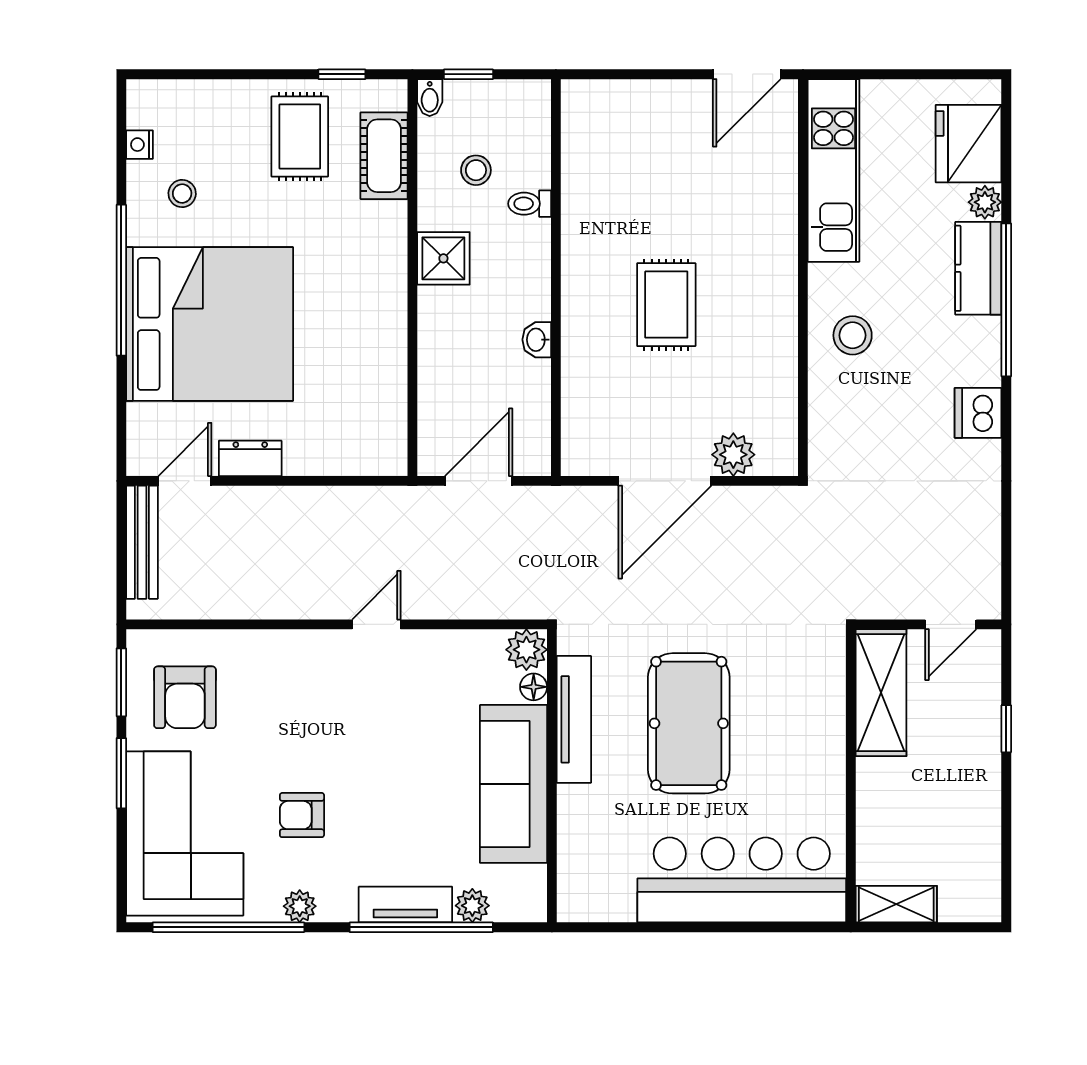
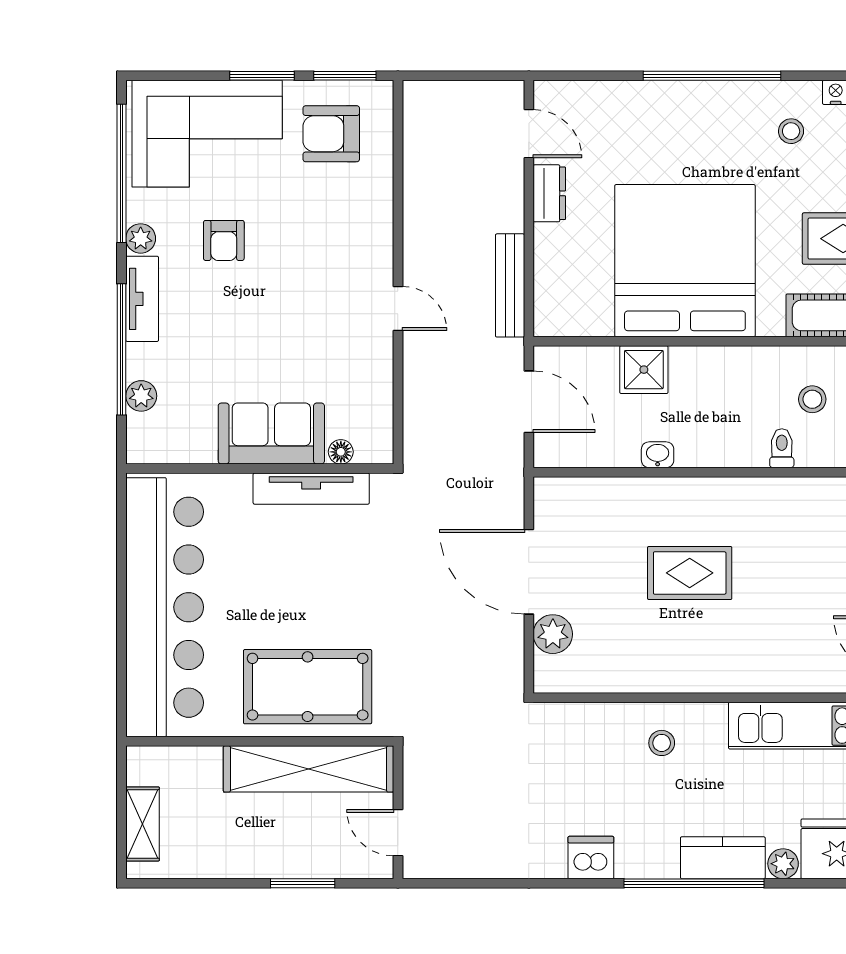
shower: (443, 258) -> (644, 370), moved
bed: (210, 324) -> (685, 261), moved, turned 180
stool: (853, 335) -> (662, 743), width x0.73, depth x0.73
bench: (142, 542) -> (510, 285), moved, turned 90
plant: (526, 650) -> (375, 445), removed
shelving: (881, 693) -> (309, 769), width x1.47
pool table: (689, 723) -> (308, 687), moved
window: (1006, 729) -> (303, 883), width x1.50
sofa: (513, 784) -> (271, 434), width x0.73
armchair: (302, 815) -> (224, 240), turned 180
bar counter: (742, 880) -> (165, 607), width x1.36
shelving: (896, 904) -> (143, 824), moved
tv unit: (405, 905) -> (142, 299), moved

